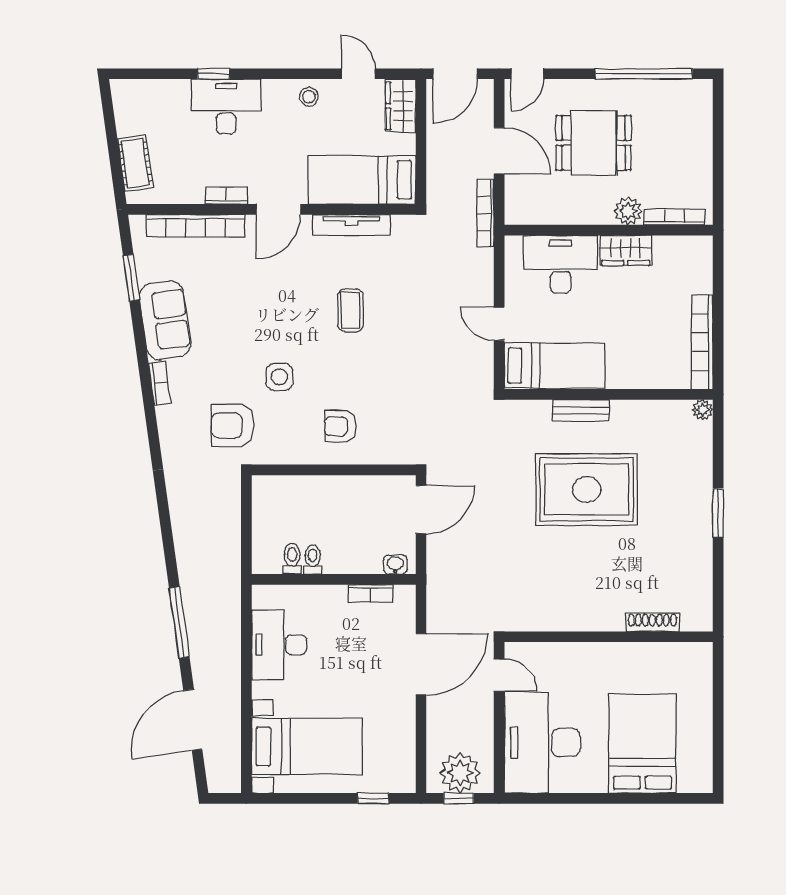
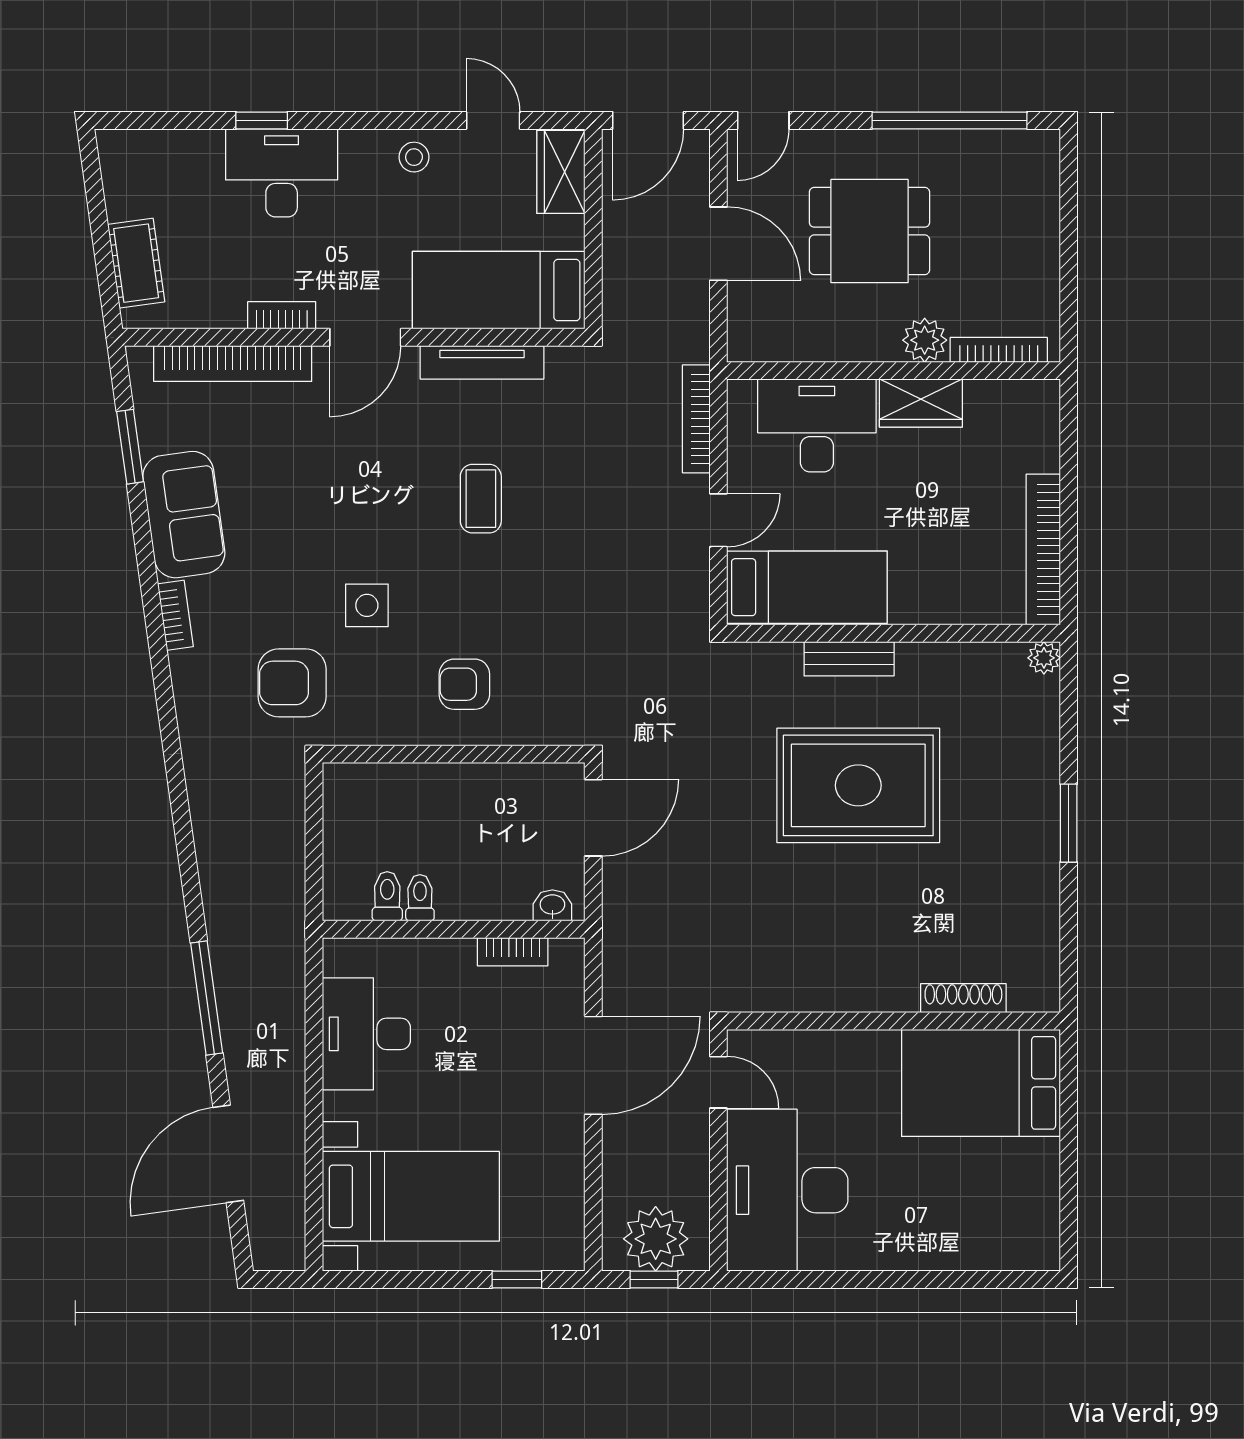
bookcase: (485, 213) -> (696, 419), moved
door: (499, 324) -> (718, 520), swing flipped
bed: (643, 744) -> (981, 1083), moved, turned -90

